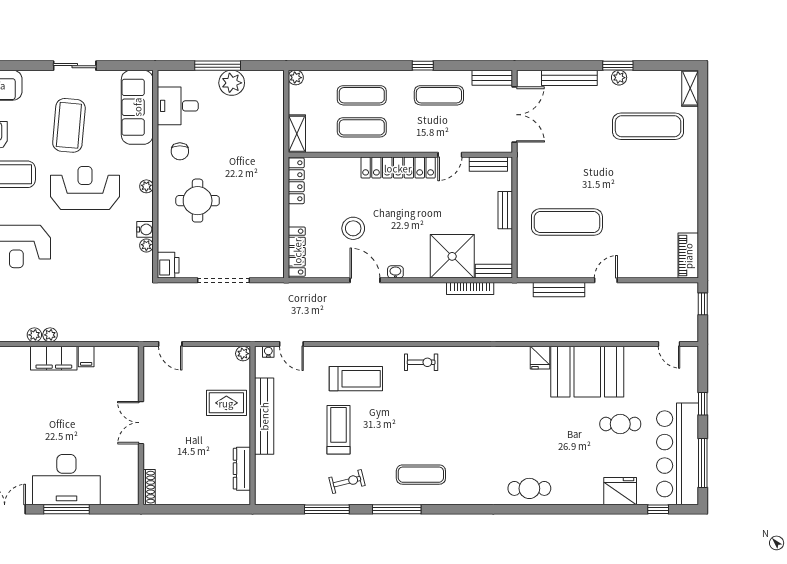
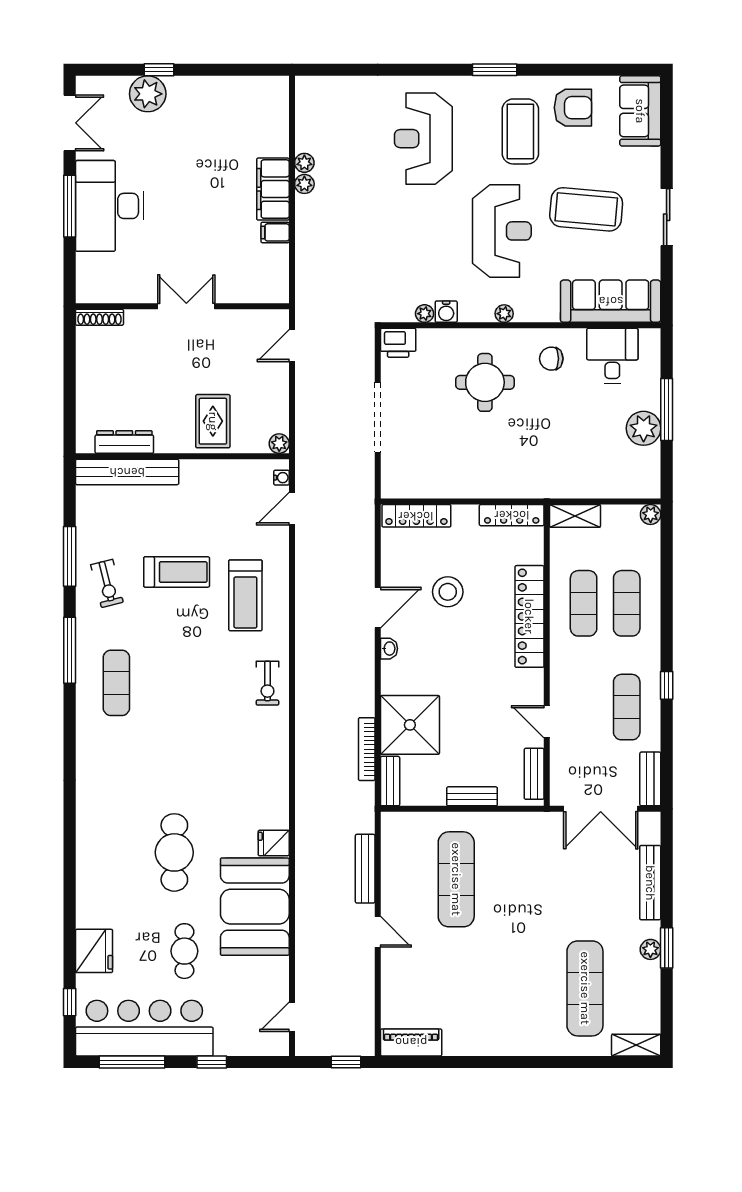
locker: (398, 168) -> (529, 616), moved
bench: (264, 416) -> (127, 472), moved
cafe table: (529, 488) -> (174, 852), moved, width x1.37, depth x1.35

